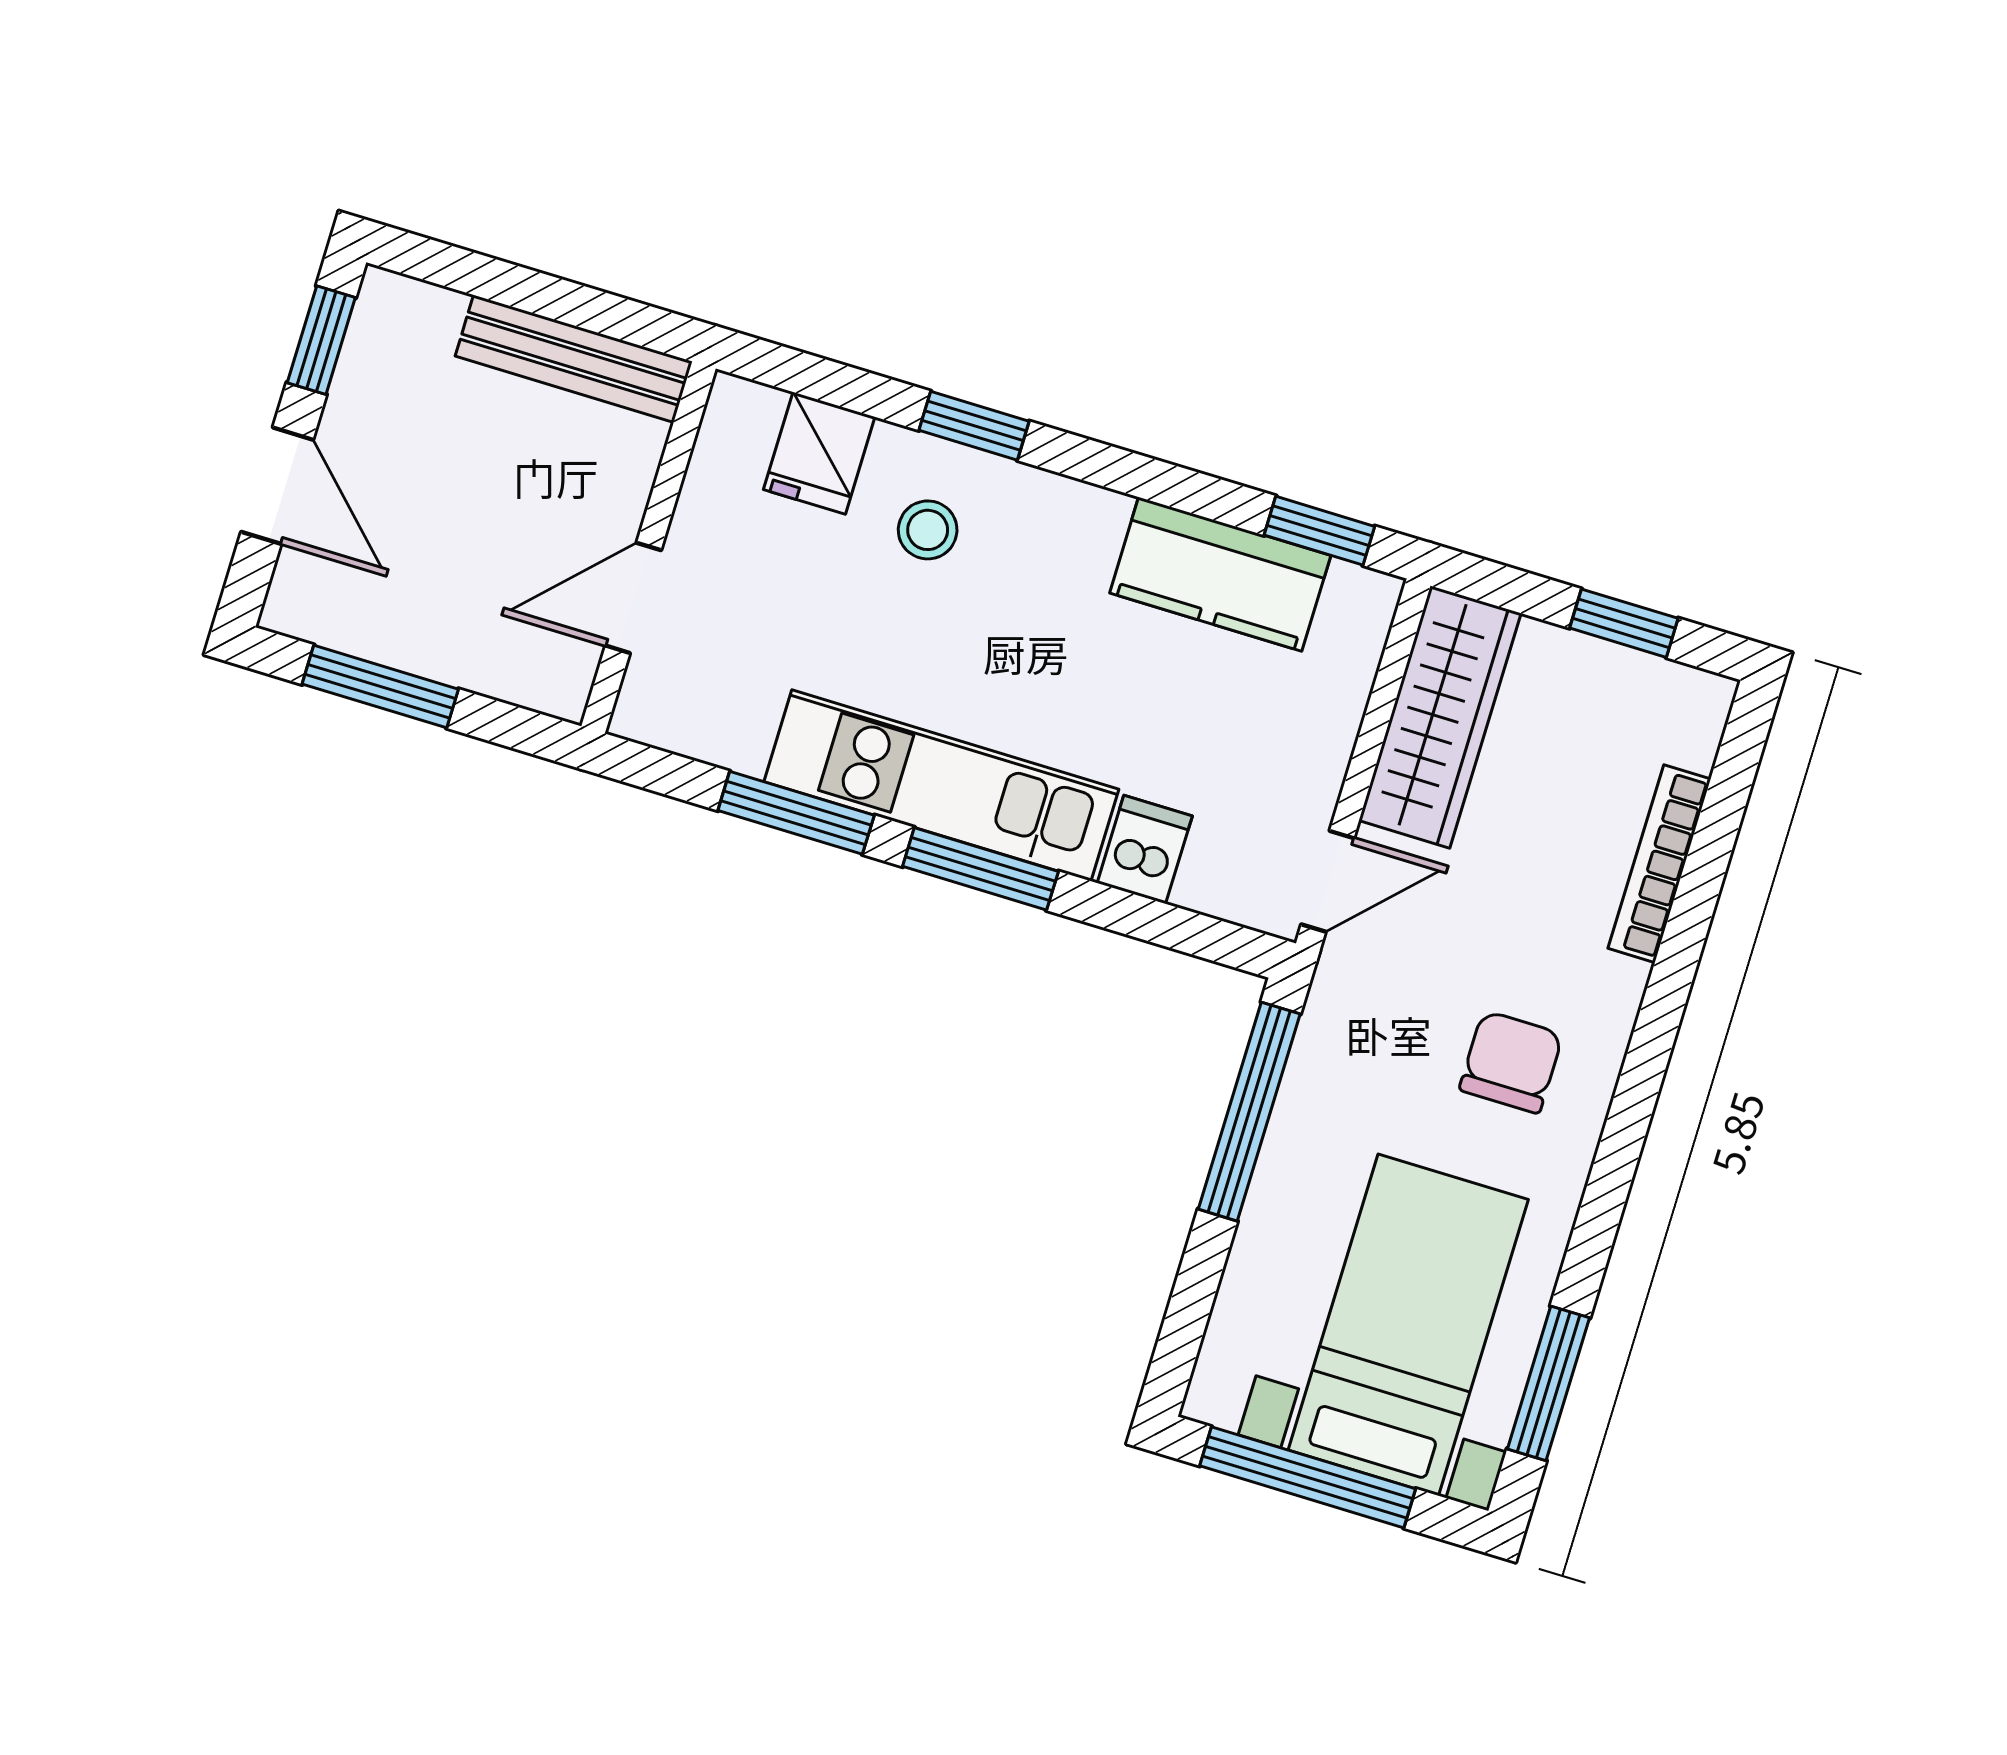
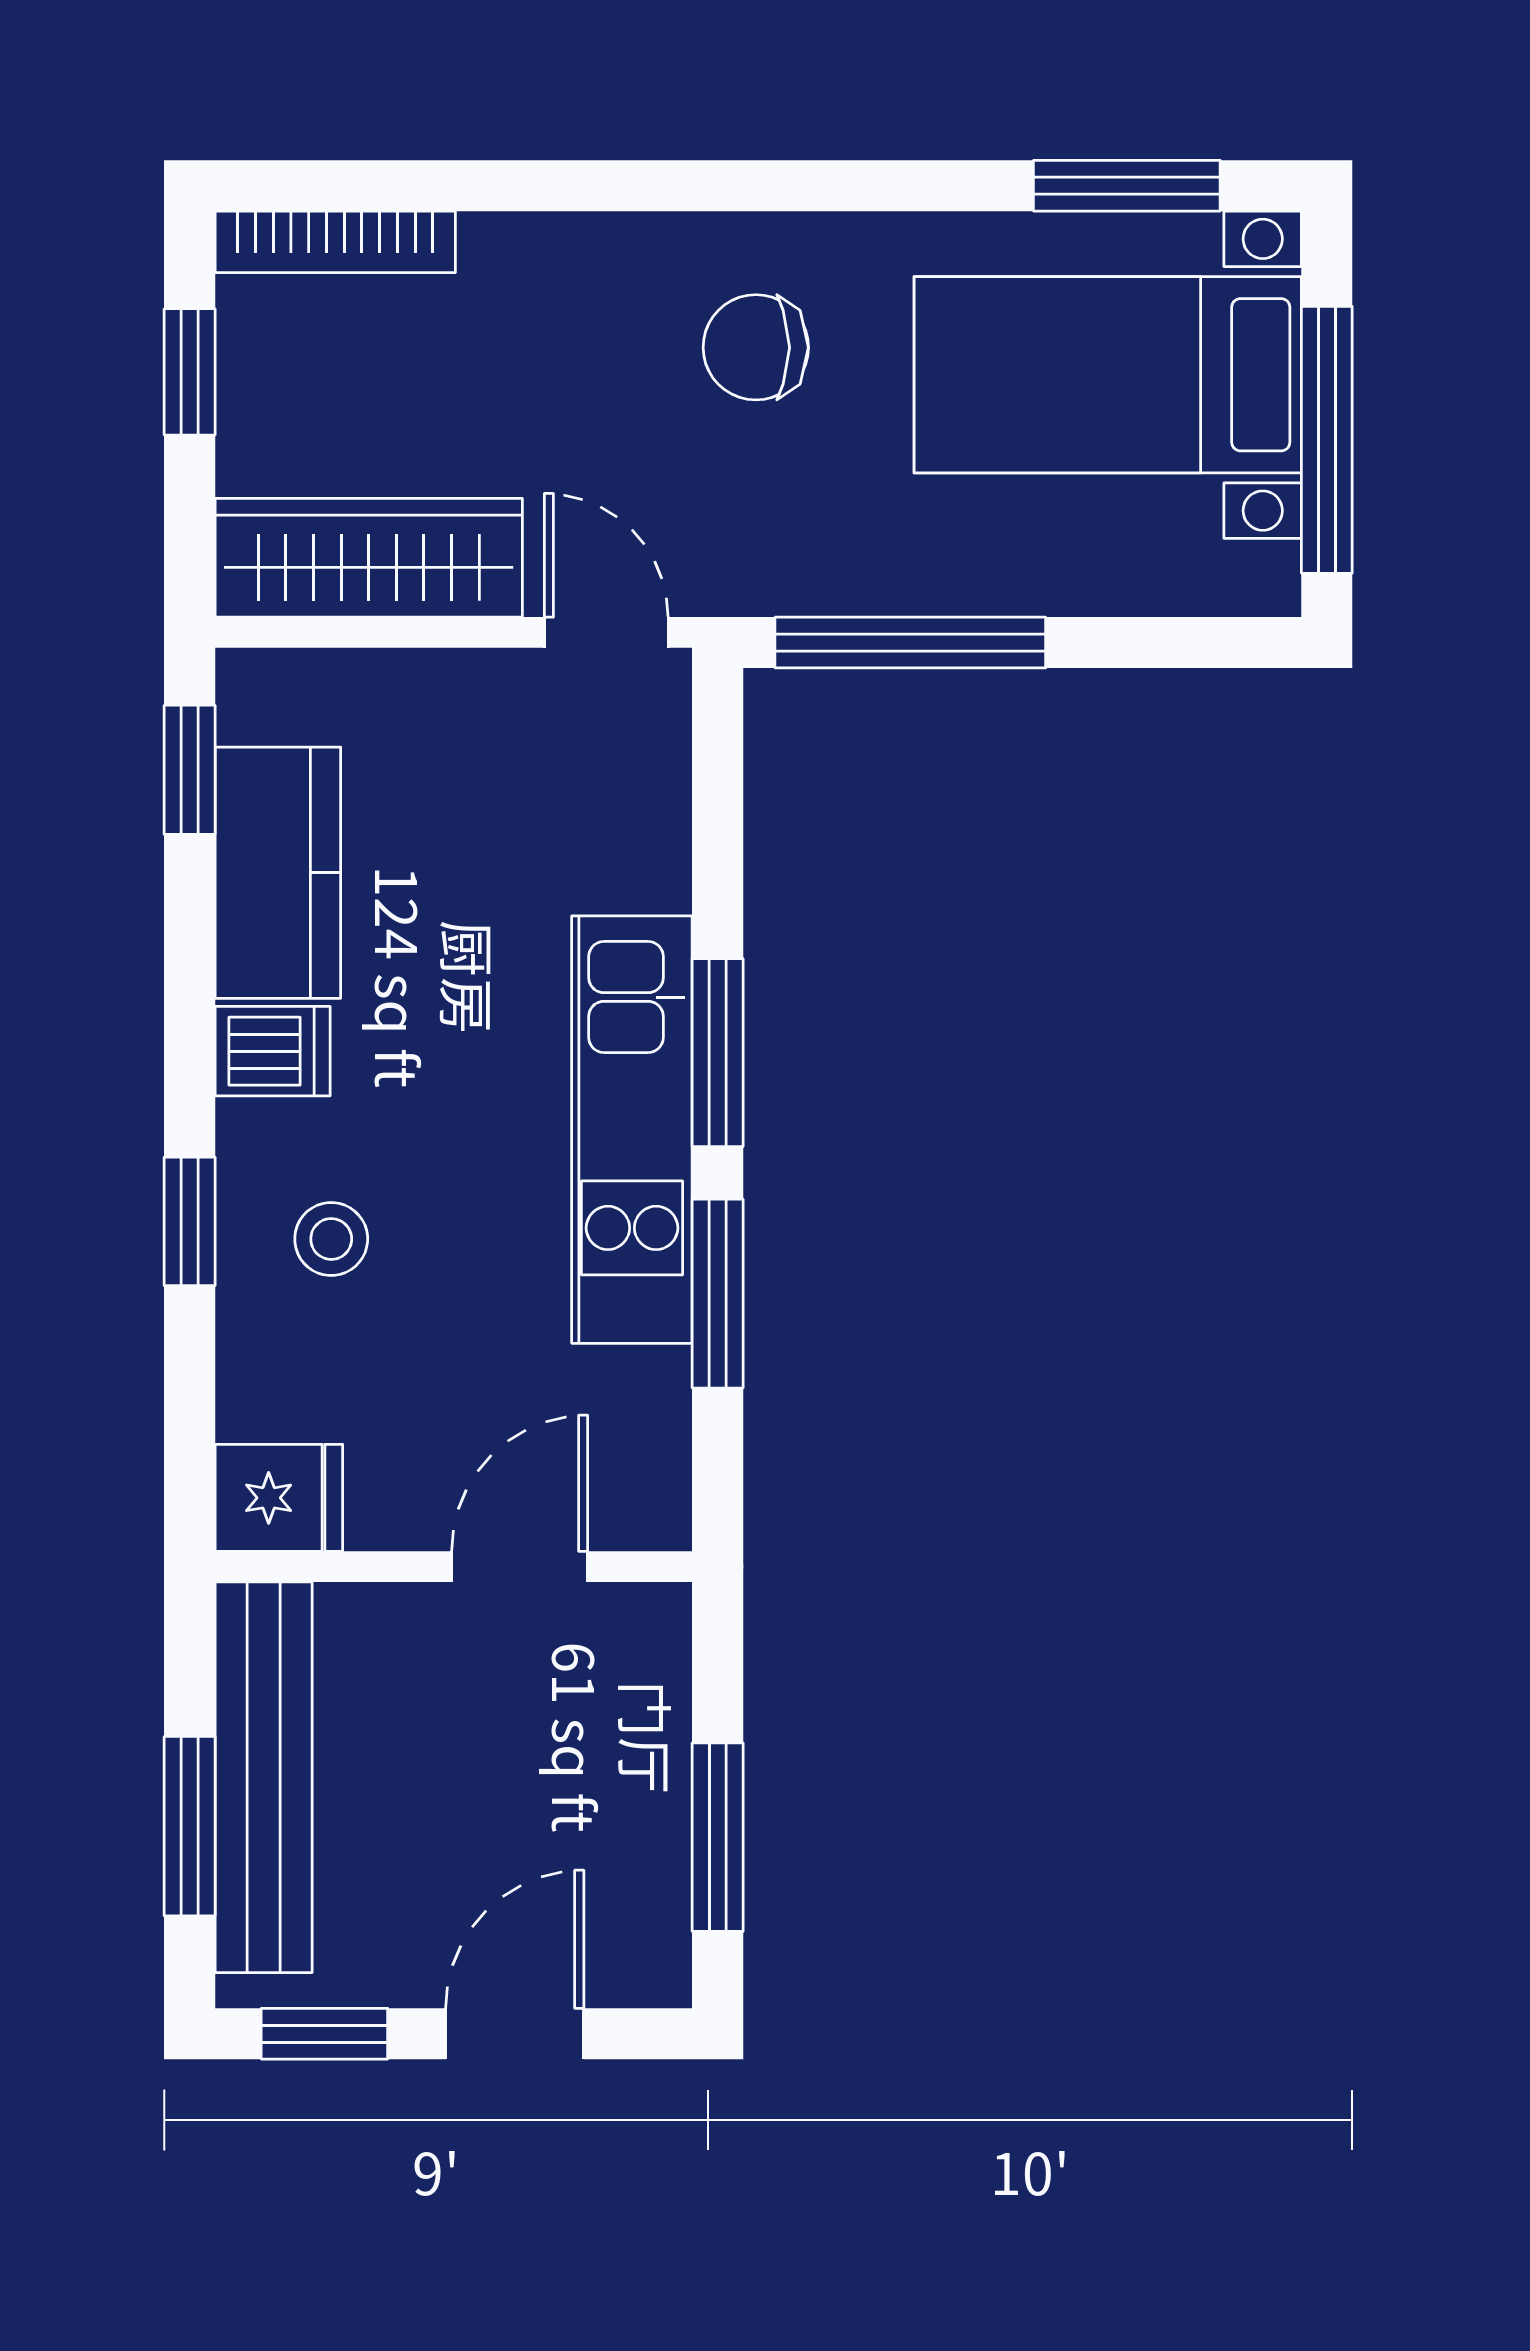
window: (511, 285) -> (190, 1826), added
bench: (574, 359) -> (264, 1777), width x1.37, depth x1.21
fridge: (819, 453) -> (279, 1498), moved
door: (633, 598) -> (520, 1567), swing flipped
dishwasher: (1145, 849) -> (273, 1051), moved, turned 180
bookcase: (1659, 864) -> (335, 242), moved

